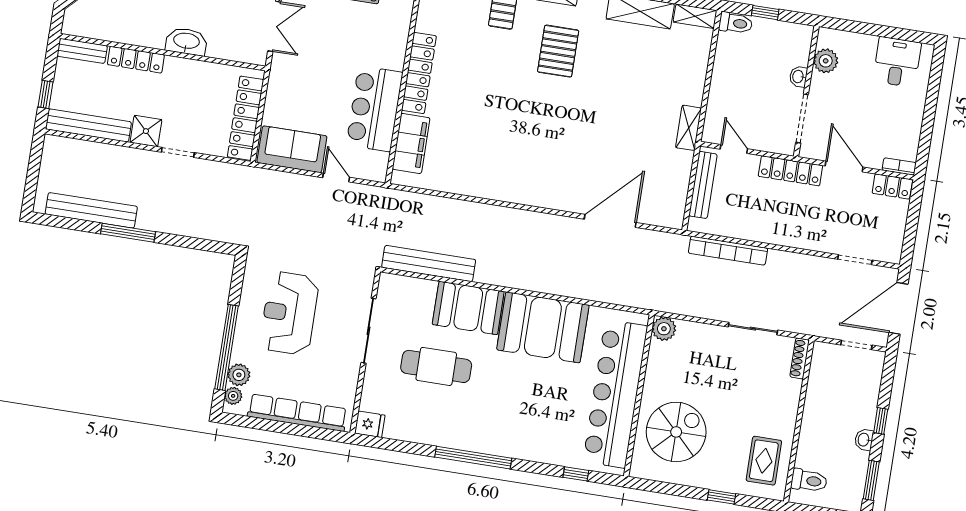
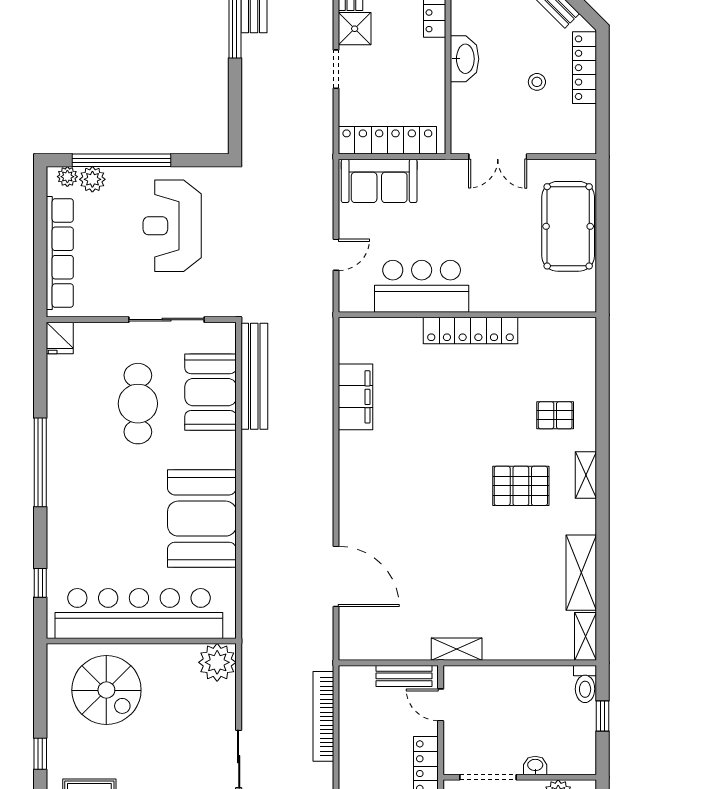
filing cabinet: (411, 143) -> (356, 397), moved, turned -90
sofa: (292, 149) -> (379, 181), moved, turned 90
door: (734, 149) -> (441, 705), swing flipped
bench: (703, 185) -> (404, 676), width x0.73
booth: (468, 308) -> (211, 392), moved
reception desk: (289, 313) -> (172, 226), turned -90
plant: (664, 329) -> (217, 662), width x1.36, depth x1.36

